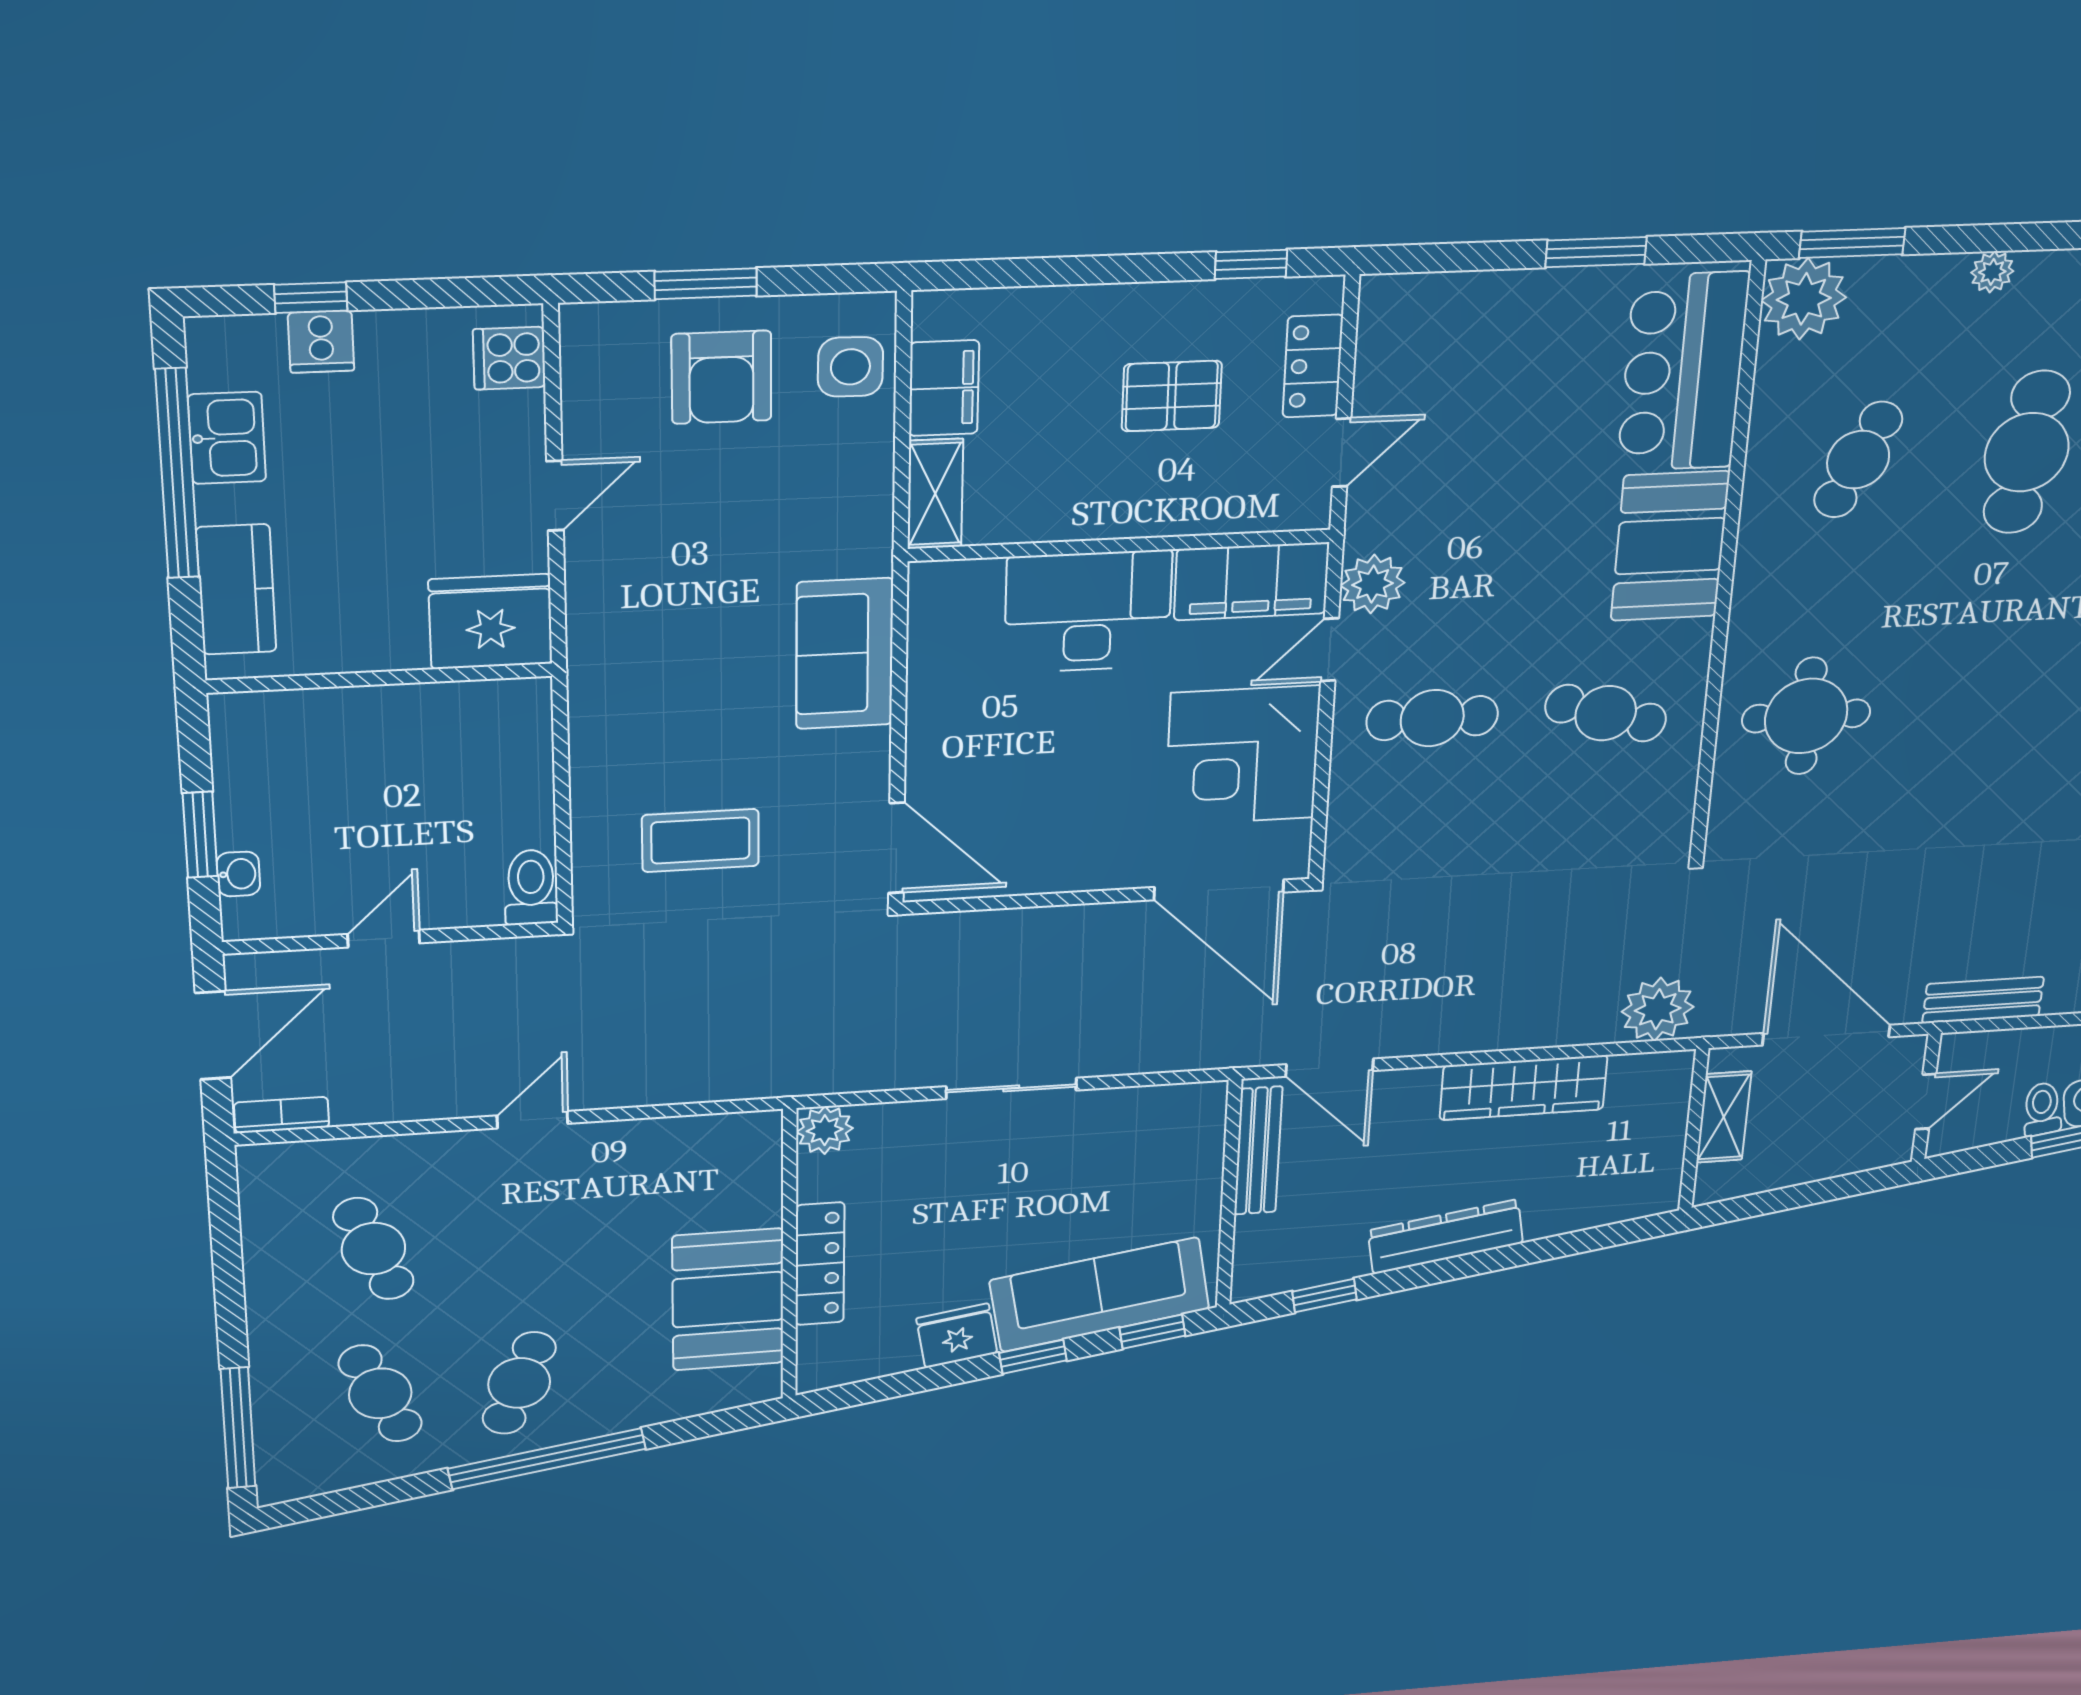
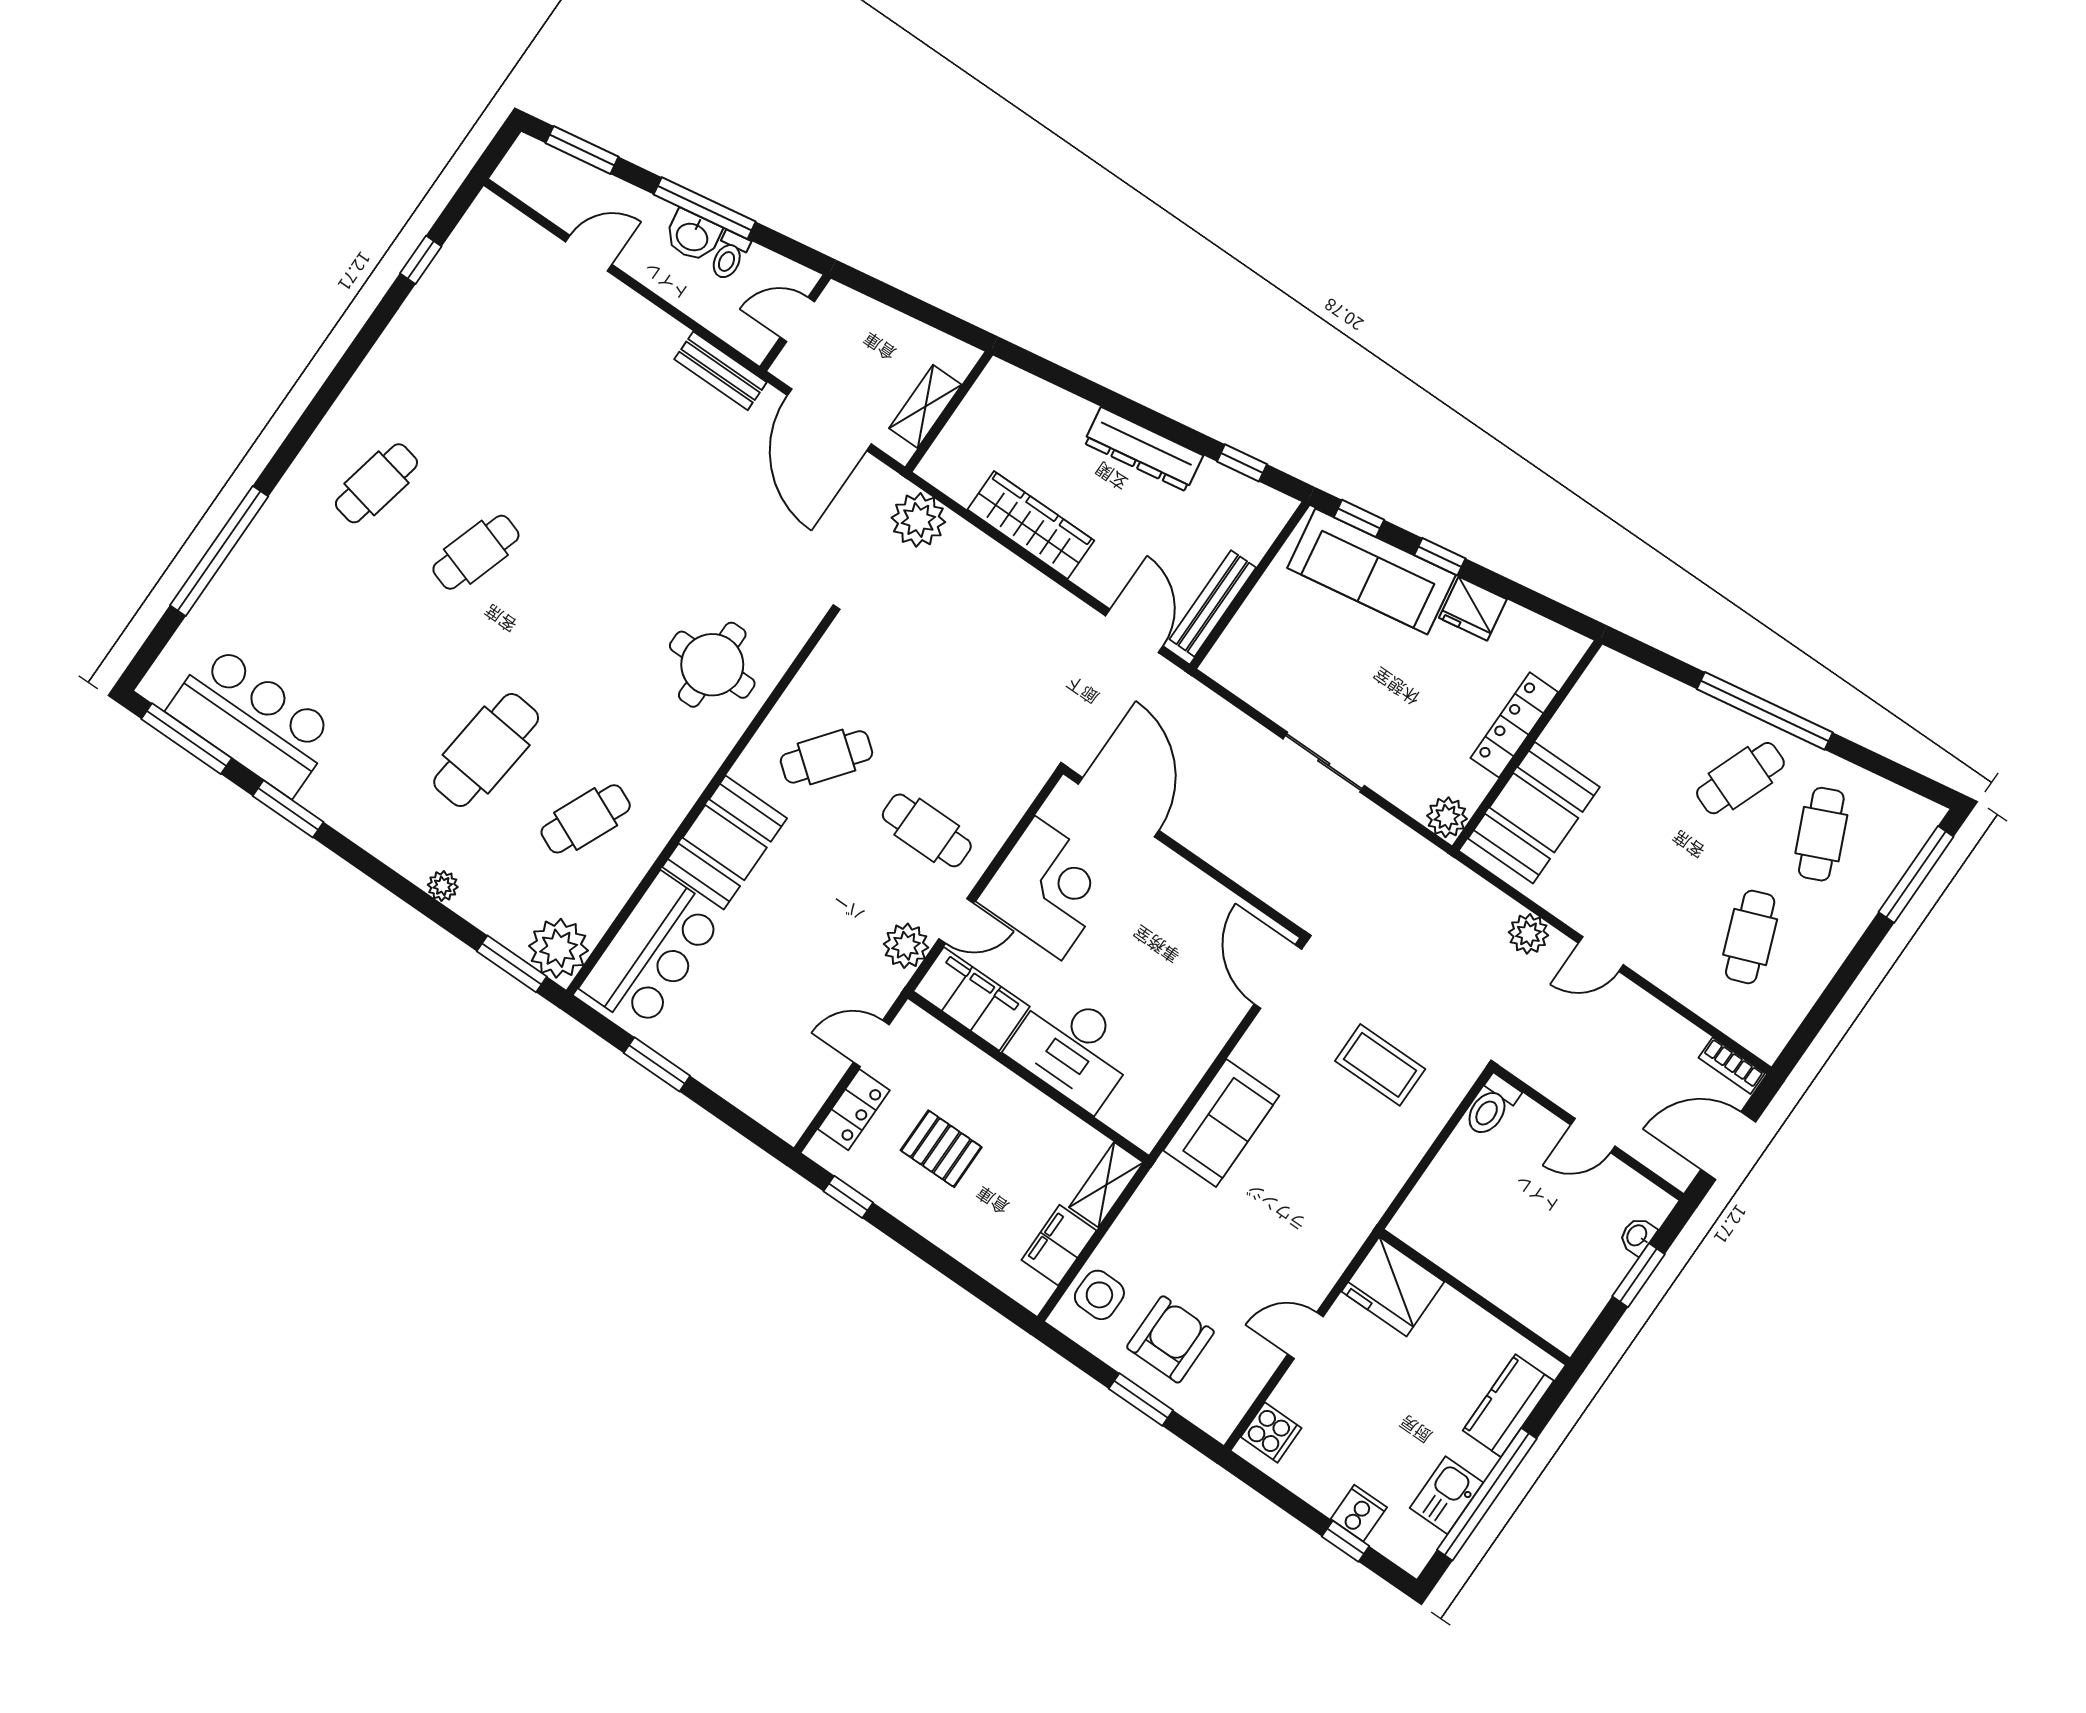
cafe table: (1606, 713) -> (826, 757), turned -69
plant: (634, 1083) -> (1528, 934), added
booth: (728, 1300) -> (1534, 813), moved

